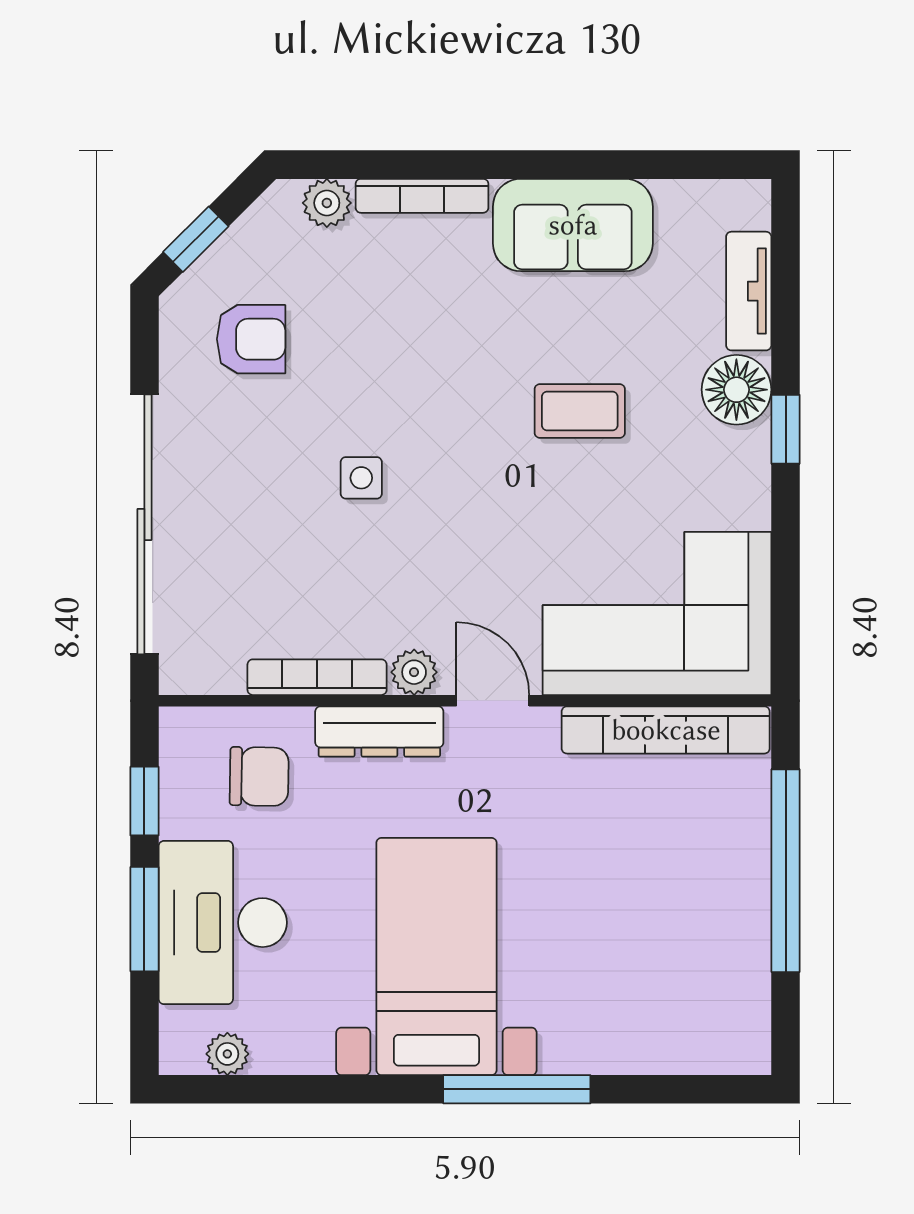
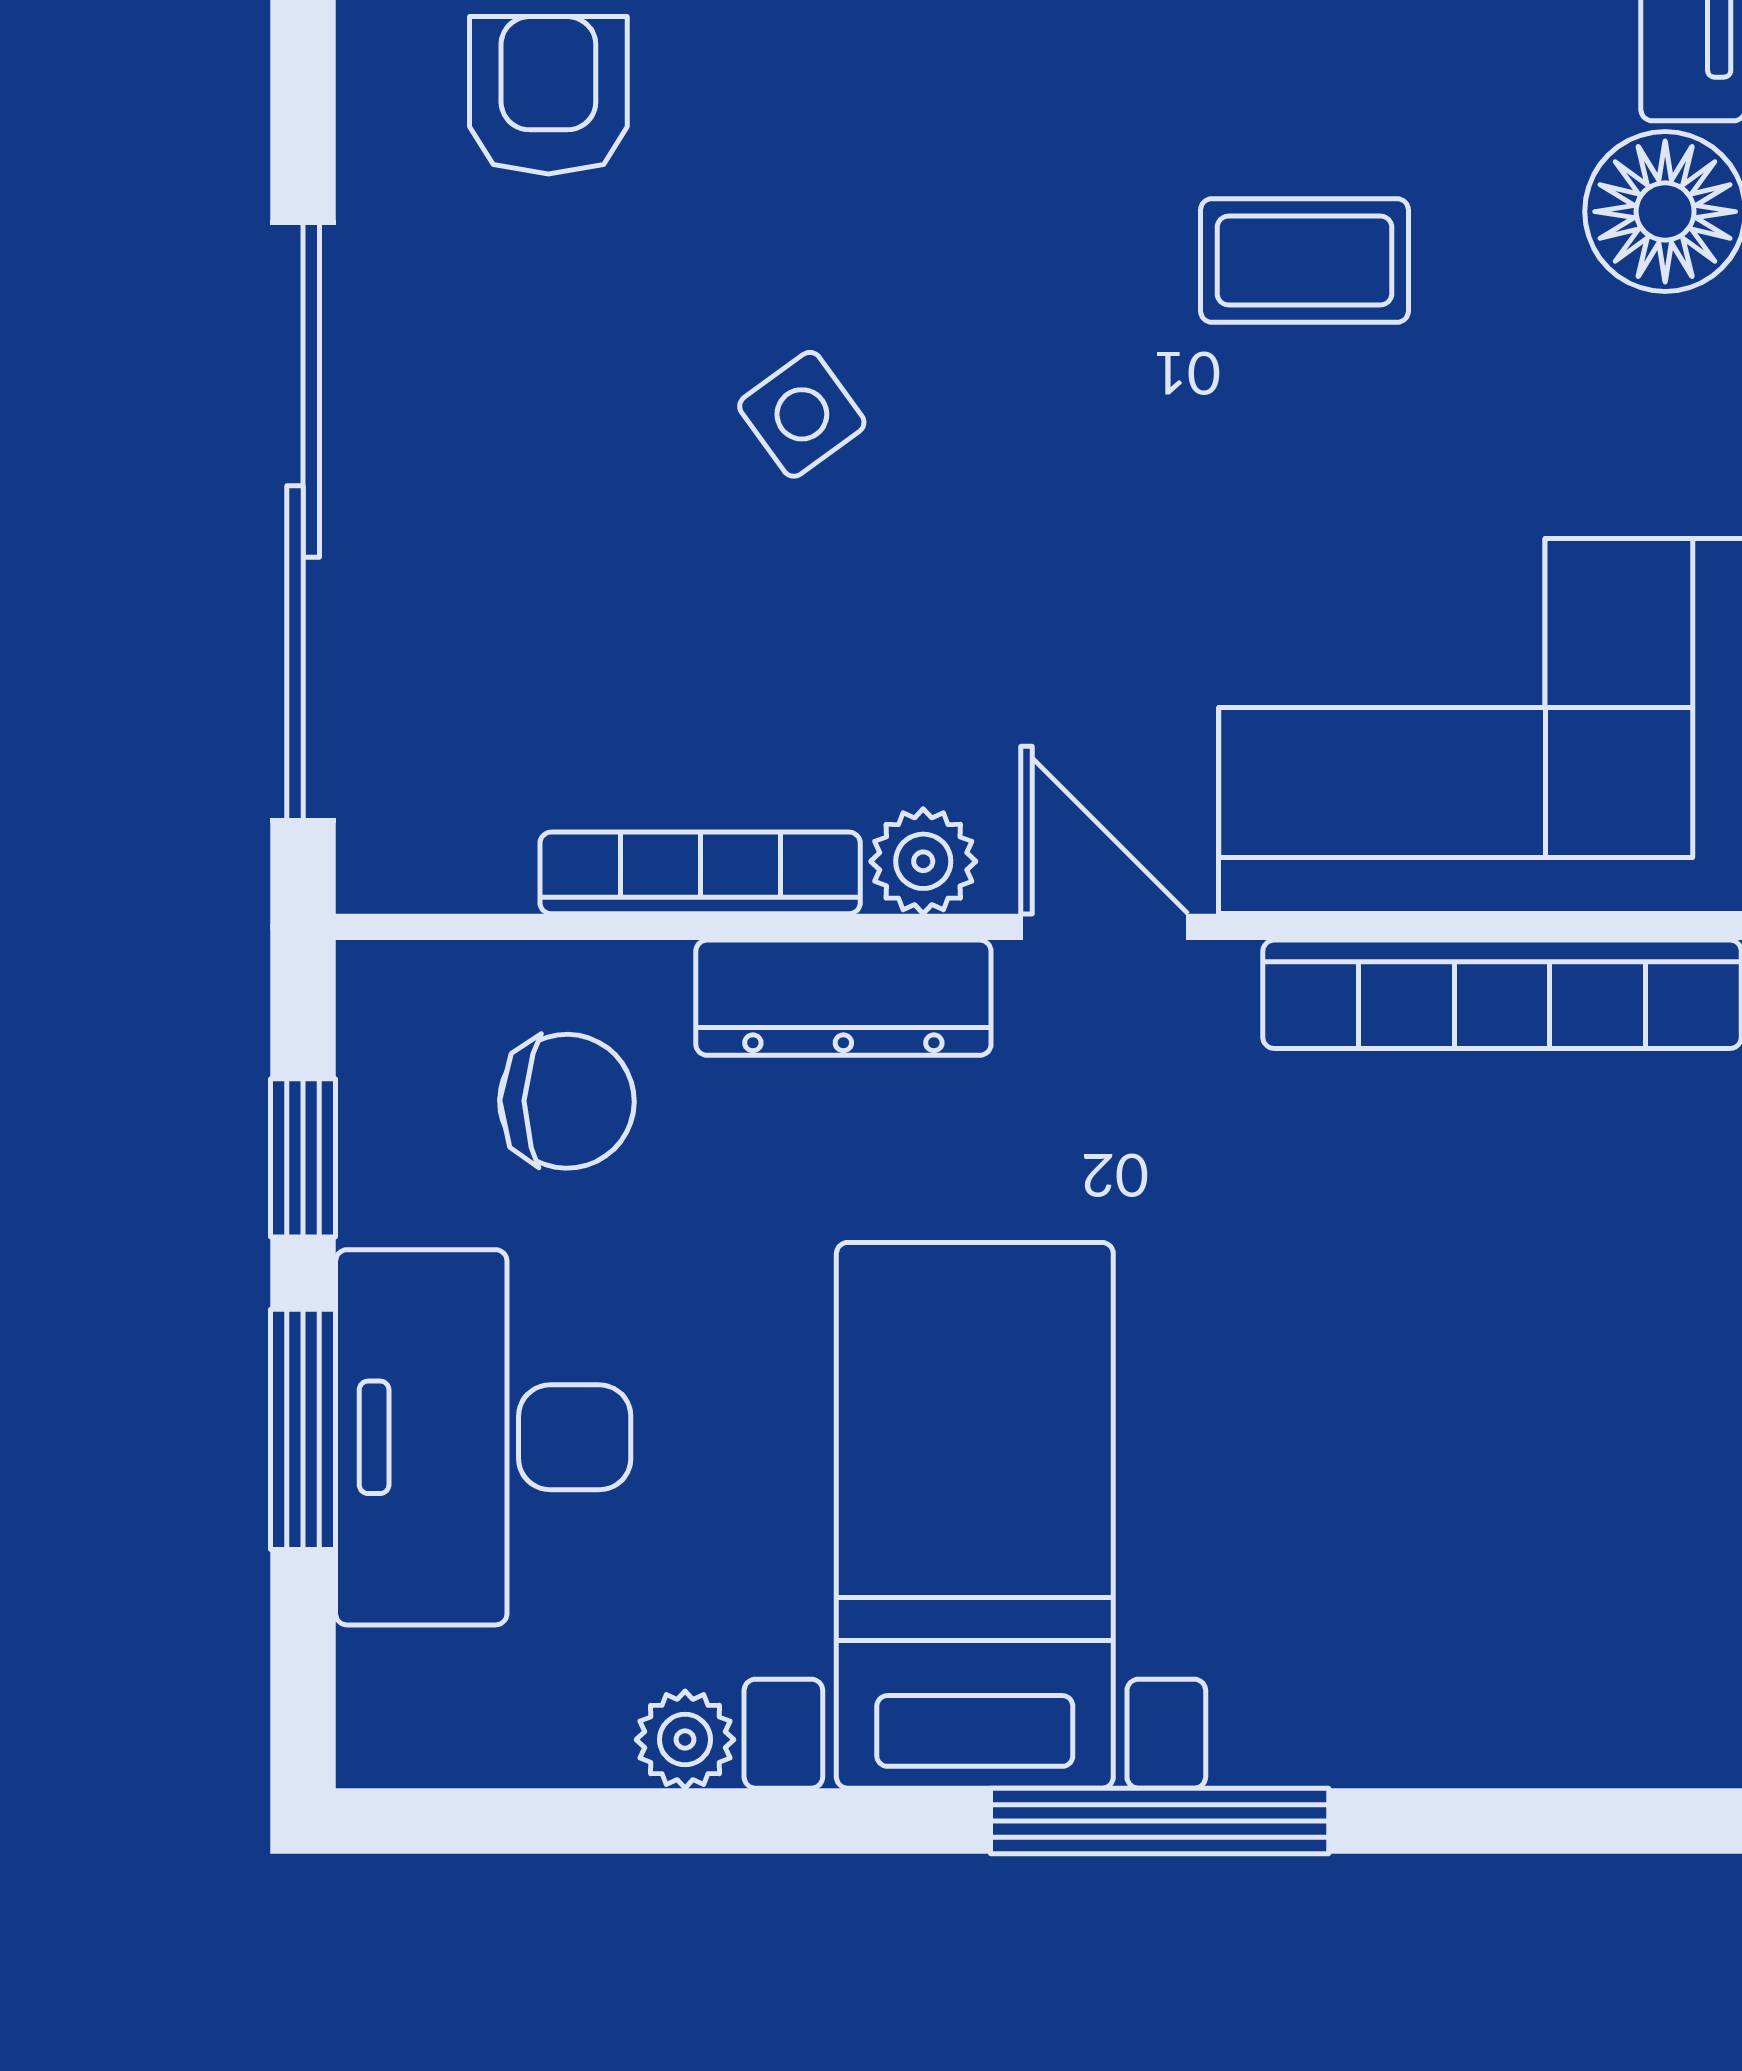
armchair: (251, 339) -> (548, 95), turned -90
side table: (361, 478) -> (802, 414), turned -36
plant: (227, 1054) -> (685, 1740), moved

